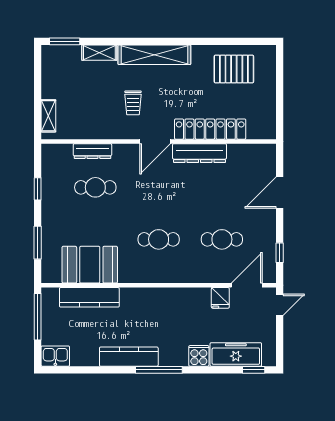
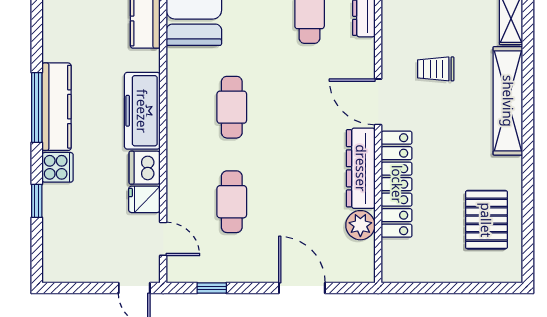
plant: (238, 153) -> (360, 225), added
door: (247, 285) -> (163, 239), width x0.73
dishwasher: (199, 298) -> (145, 168), added
freezer: (236, 354) -> (142, 111), moved, turned 180
kitchen counter: (129, 357) -> (56, 107), moved
window: (254, 370) -> (37, 201), moved

